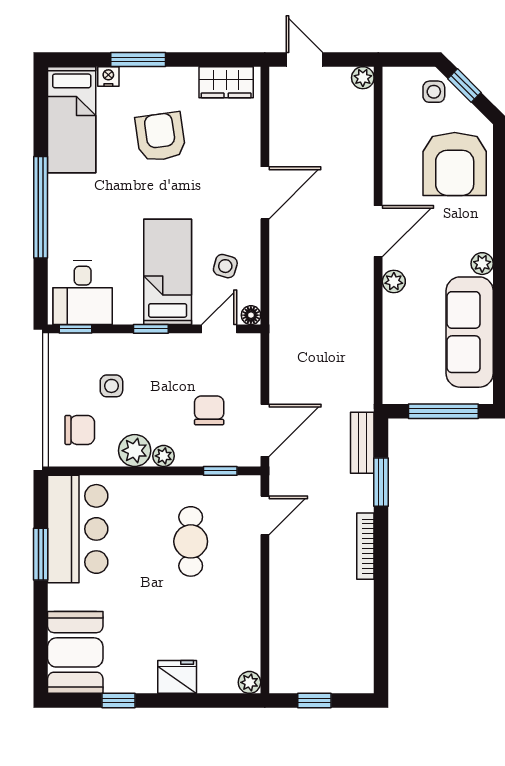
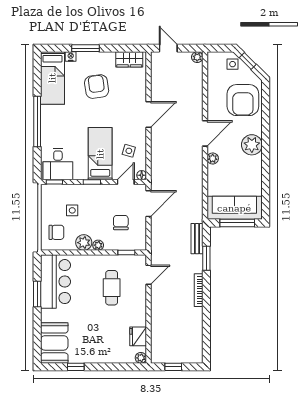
plant: (482, 264) -> (252, 145), width x1.87, depth x1.87
sofa: (470, 332) -> (234, 208), moved, turned 90
door: (265, 430) -> (148, 204), moved
fridge: (177, 677) -> (138, 336), moved, turned -90

